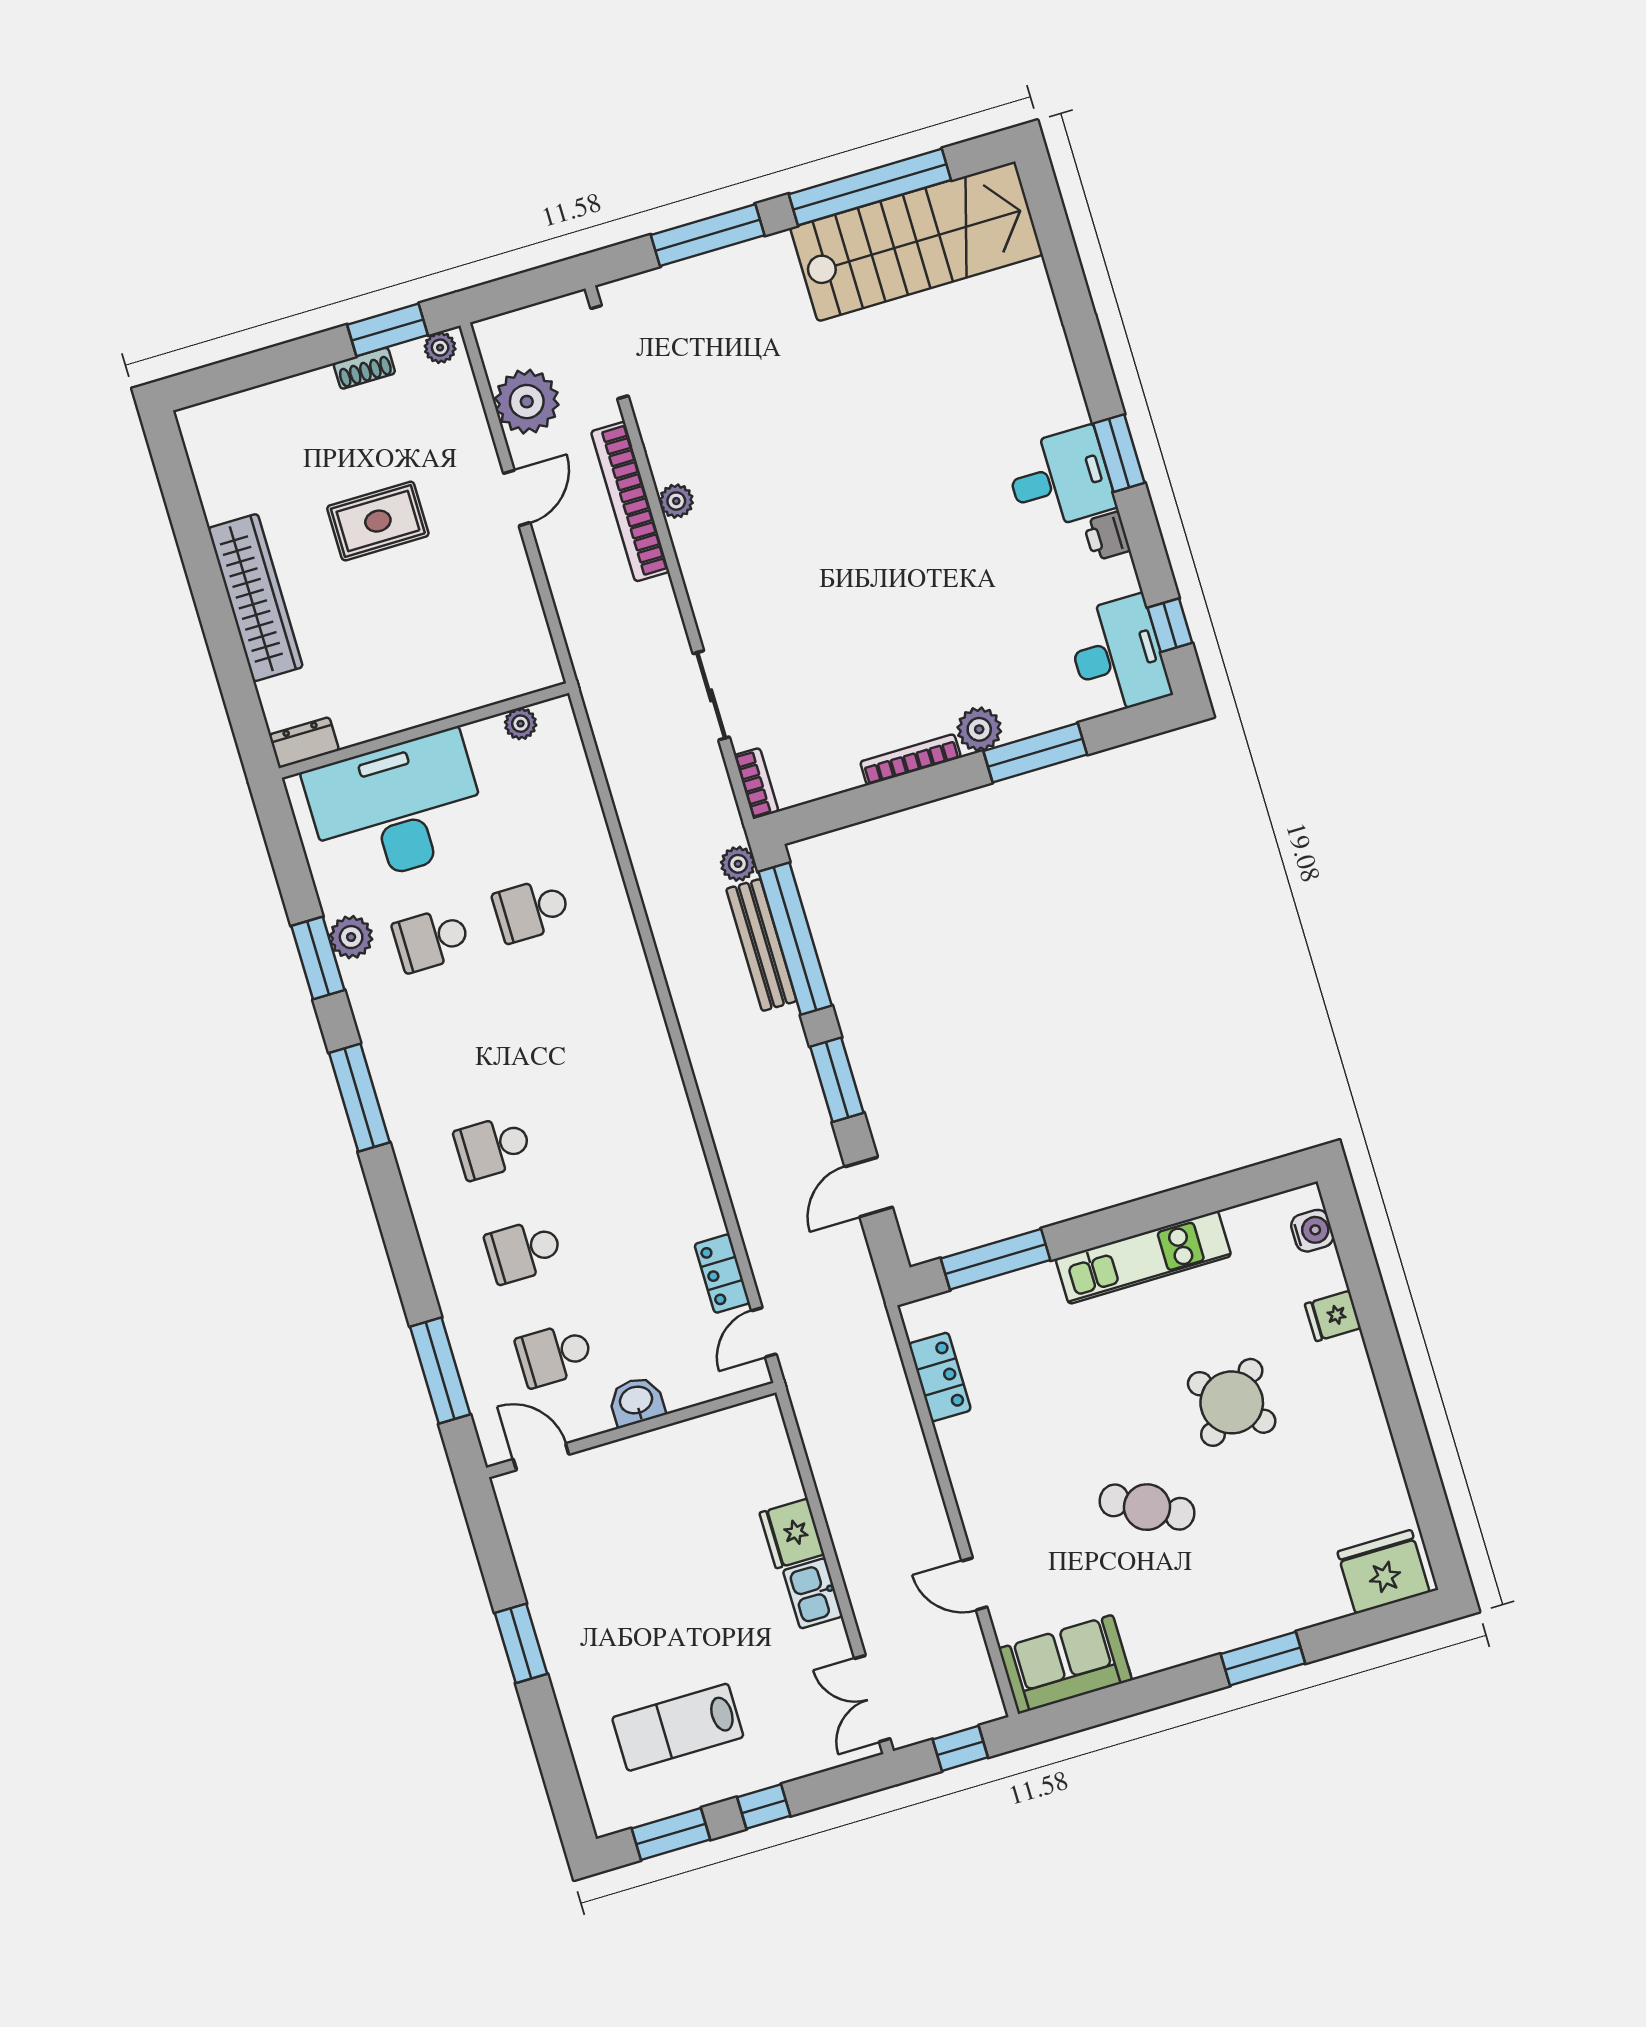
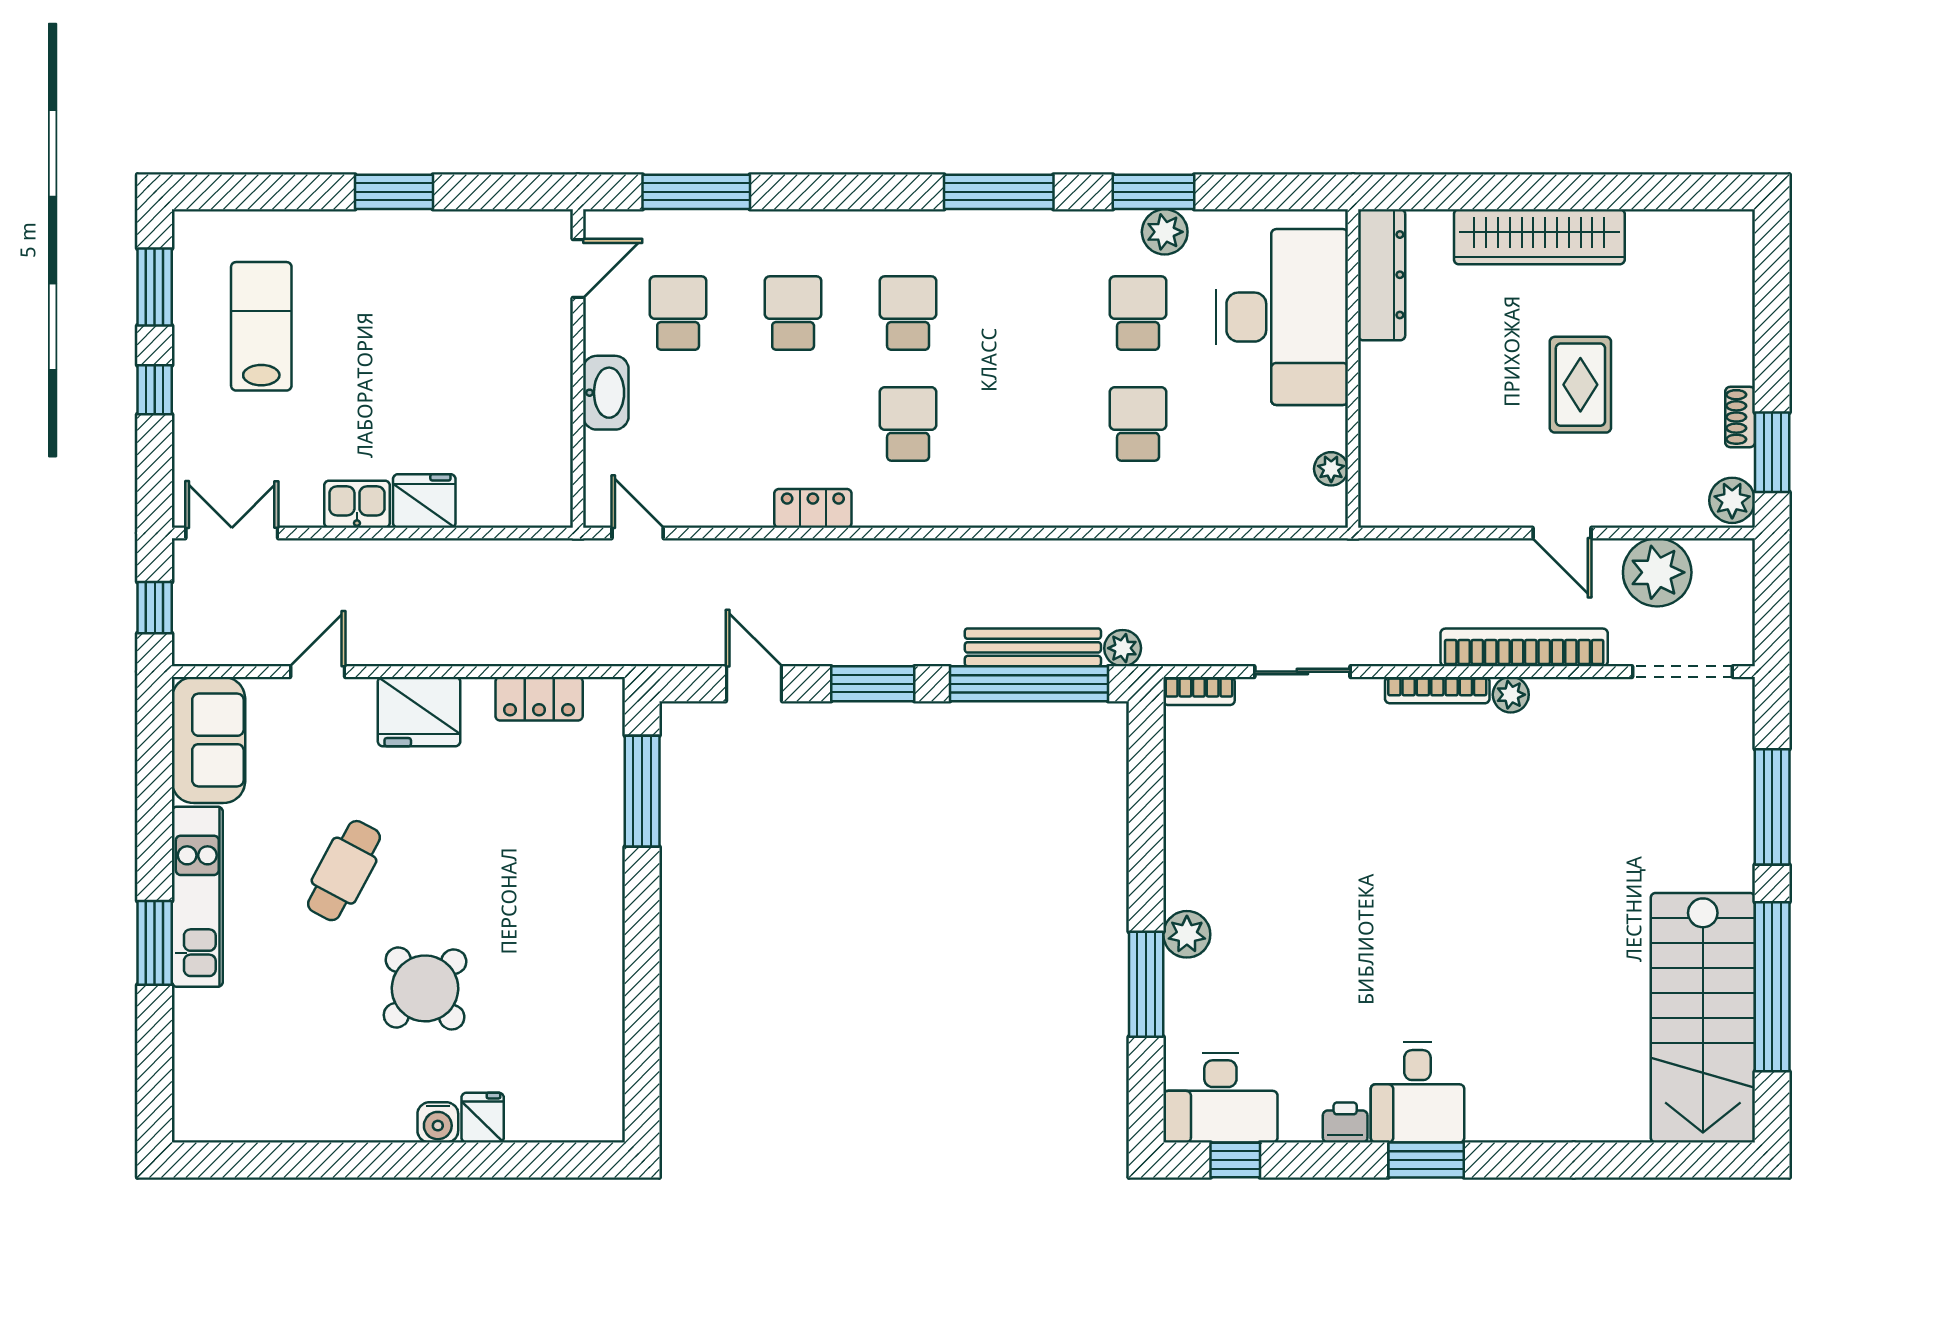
plant: (440, 348) -> (1732, 500), width x1.38, depth x1.38
dresser: (304, 743) -> (1382, 275), width x1.96, depth x1.24
bookcase: (911, 760) -> (1437, 690), moved, turned 90
school desk: (593, 1117) -> (908, 424), added
water cooler: (1312, 1231) -> (438, 1122), moved
kitchen unit: (1143, 1257) -> (197, 897), moved, turned 180
locker: (722, 1274) -> (813, 508), moved
washbasin: (636, 1401) -> (606, 393), width x1.38
fridge: (1383, 1572) -> (419, 712), moved, turned 90

